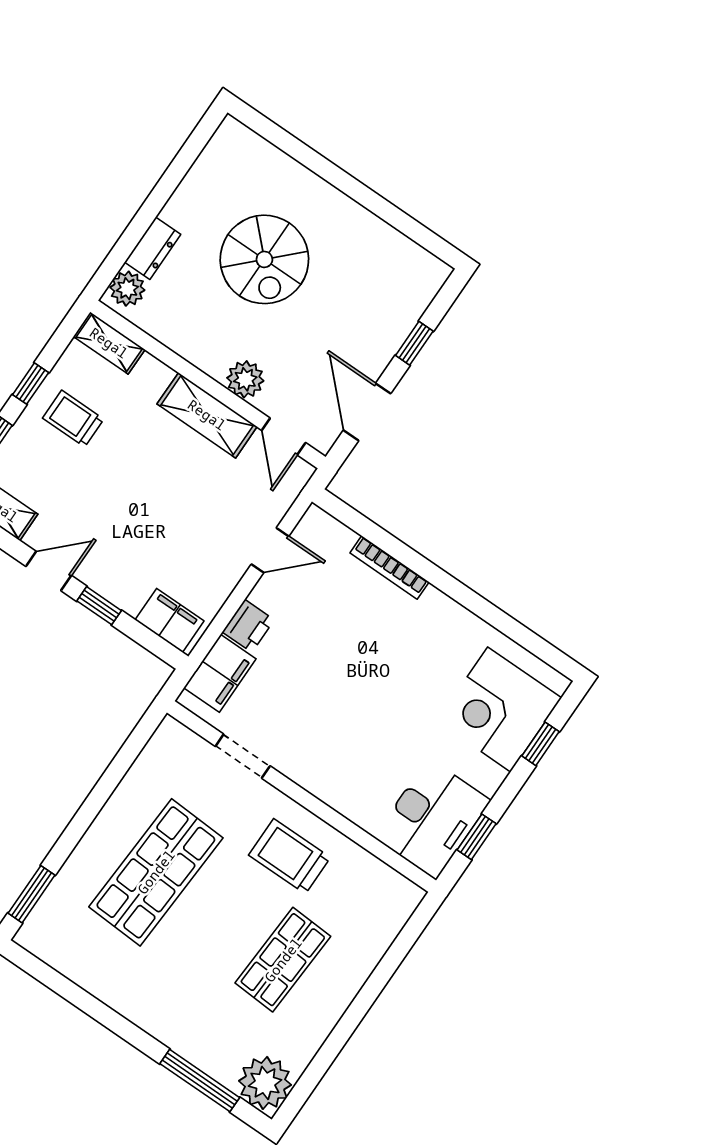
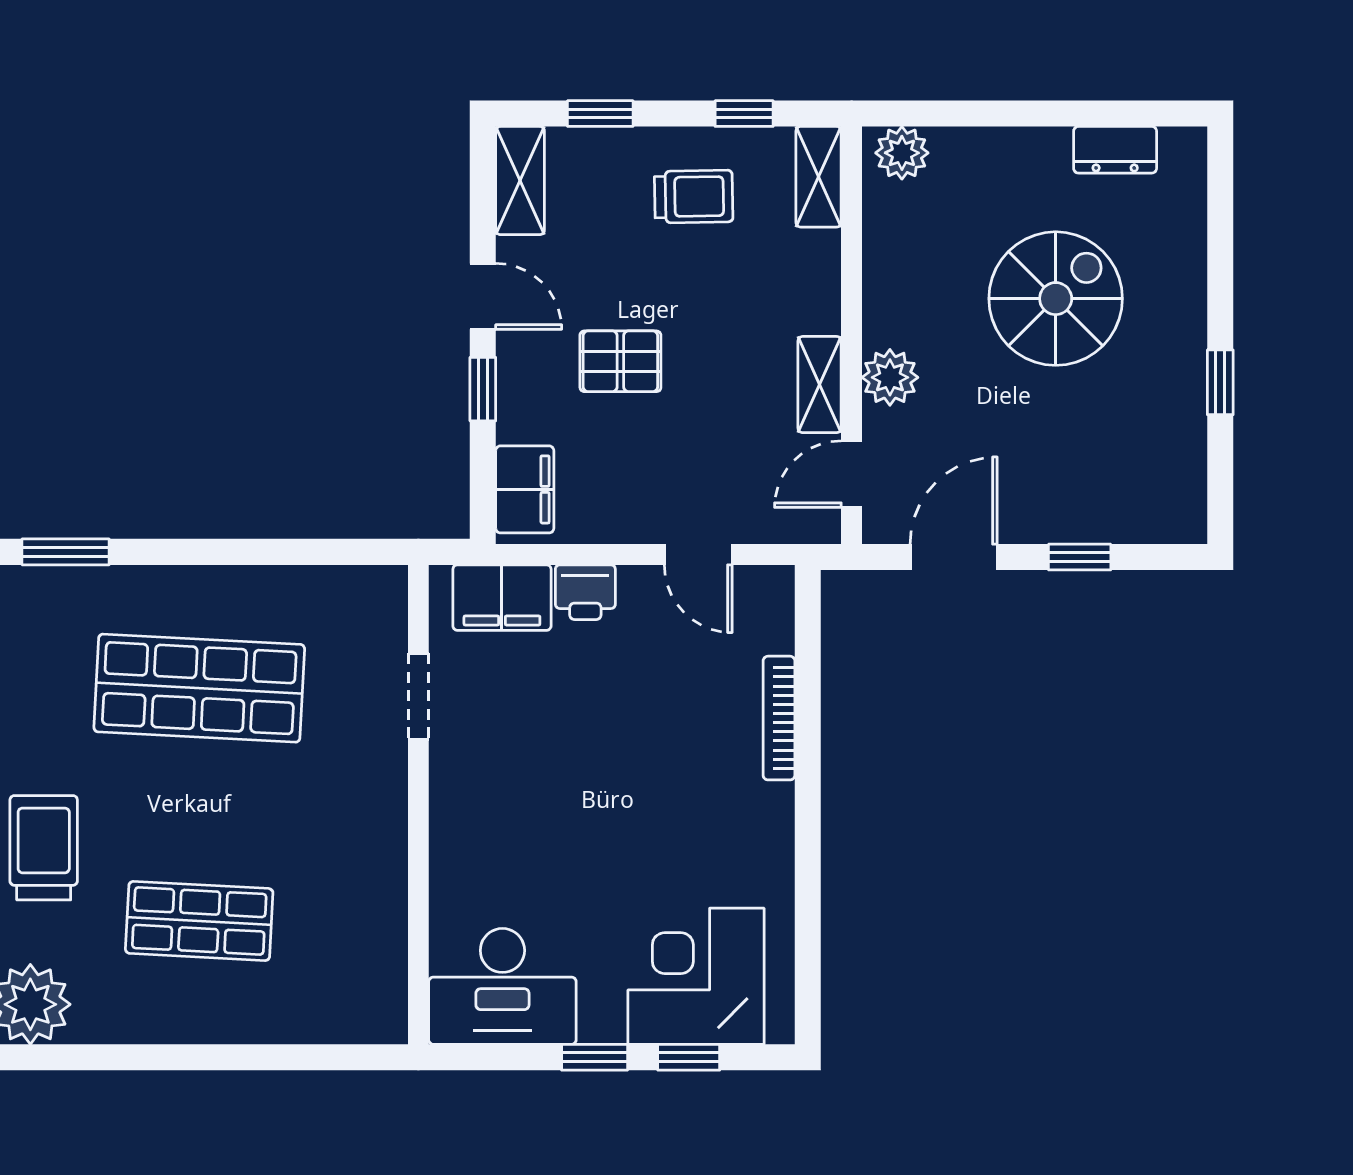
window: (372, 201) -> (1220, 382), added
dresser: (153, 248) -> (1115, 150), moved
spiral stairs: (264, 259) -> (1056, 299), turned 180
window: (31, 384) -> (744, 114), moved
shelving: (207, 415) -> (820, 385), width x0.67, depth x0.75
trolley: (73, 419) -> (694, 197), turned 89
pallet: (136, 520) -> (620, 361), added
window: (477, 837) -> (595, 1057), moved
trolley: (289, 856) -> (44, 848), moved

